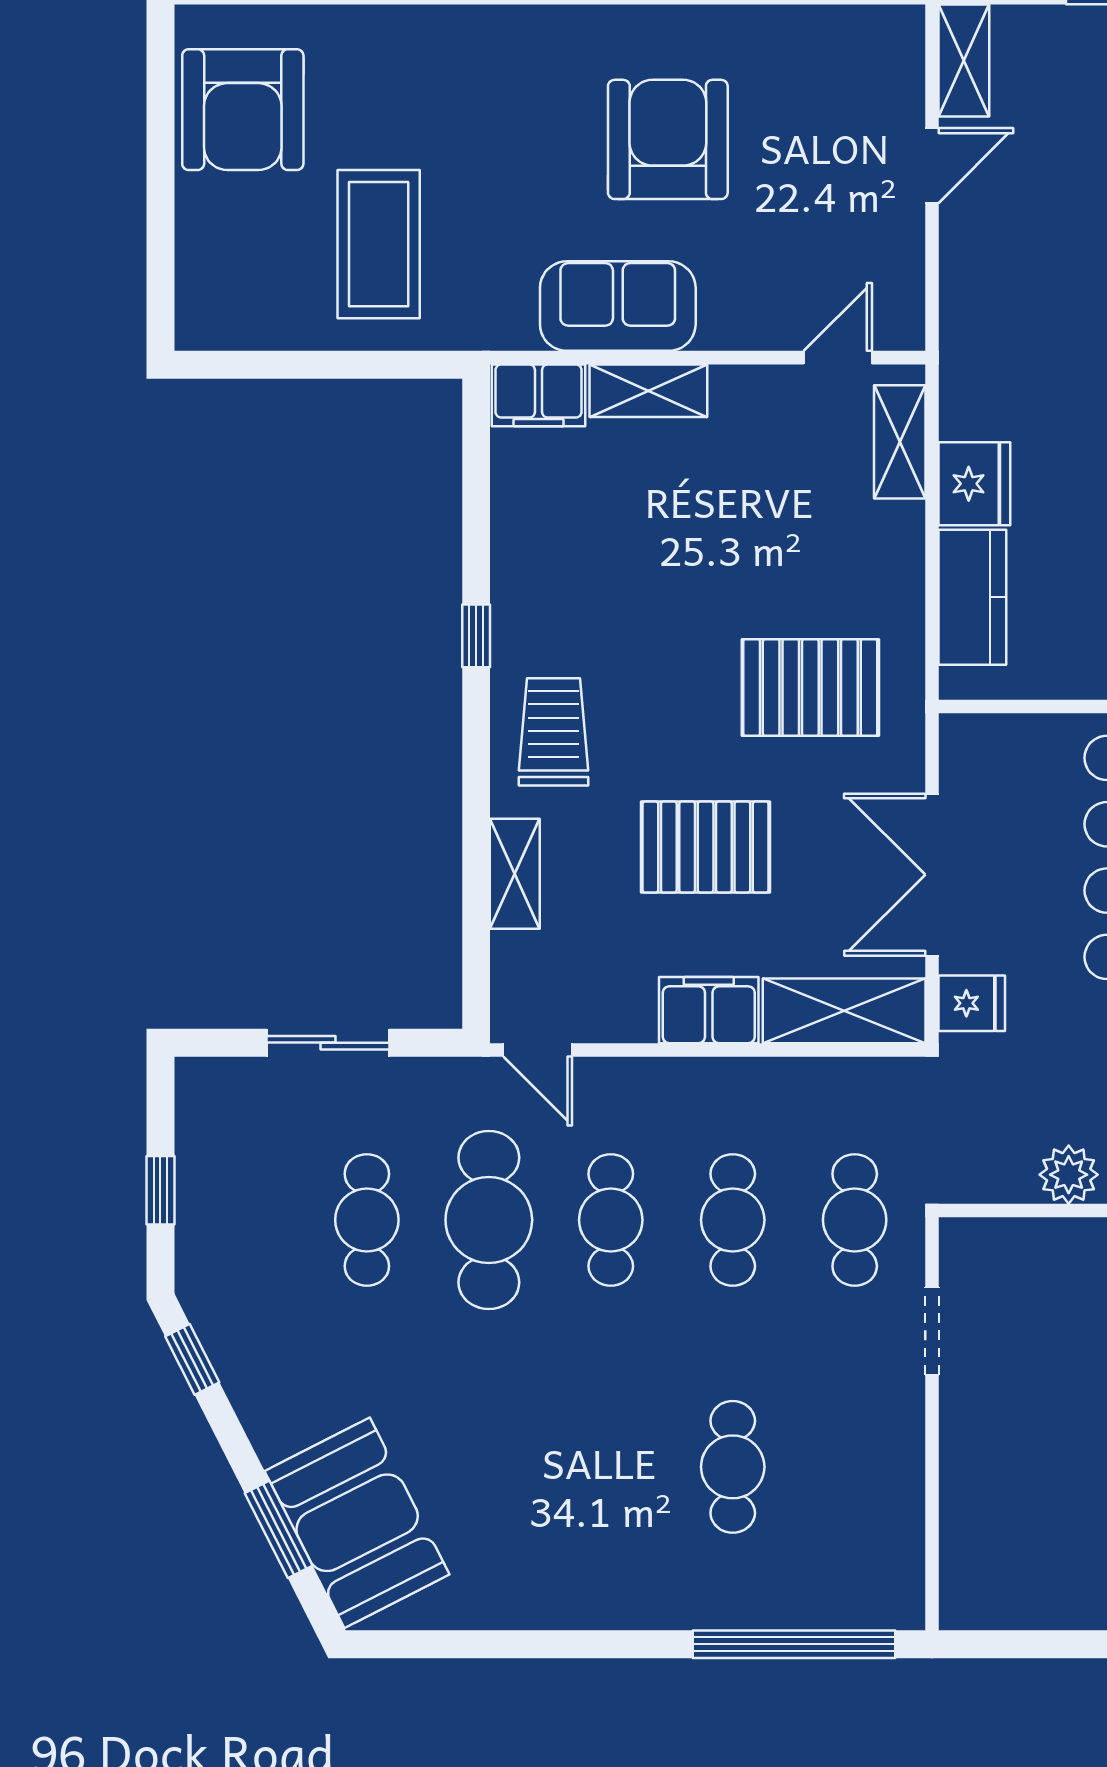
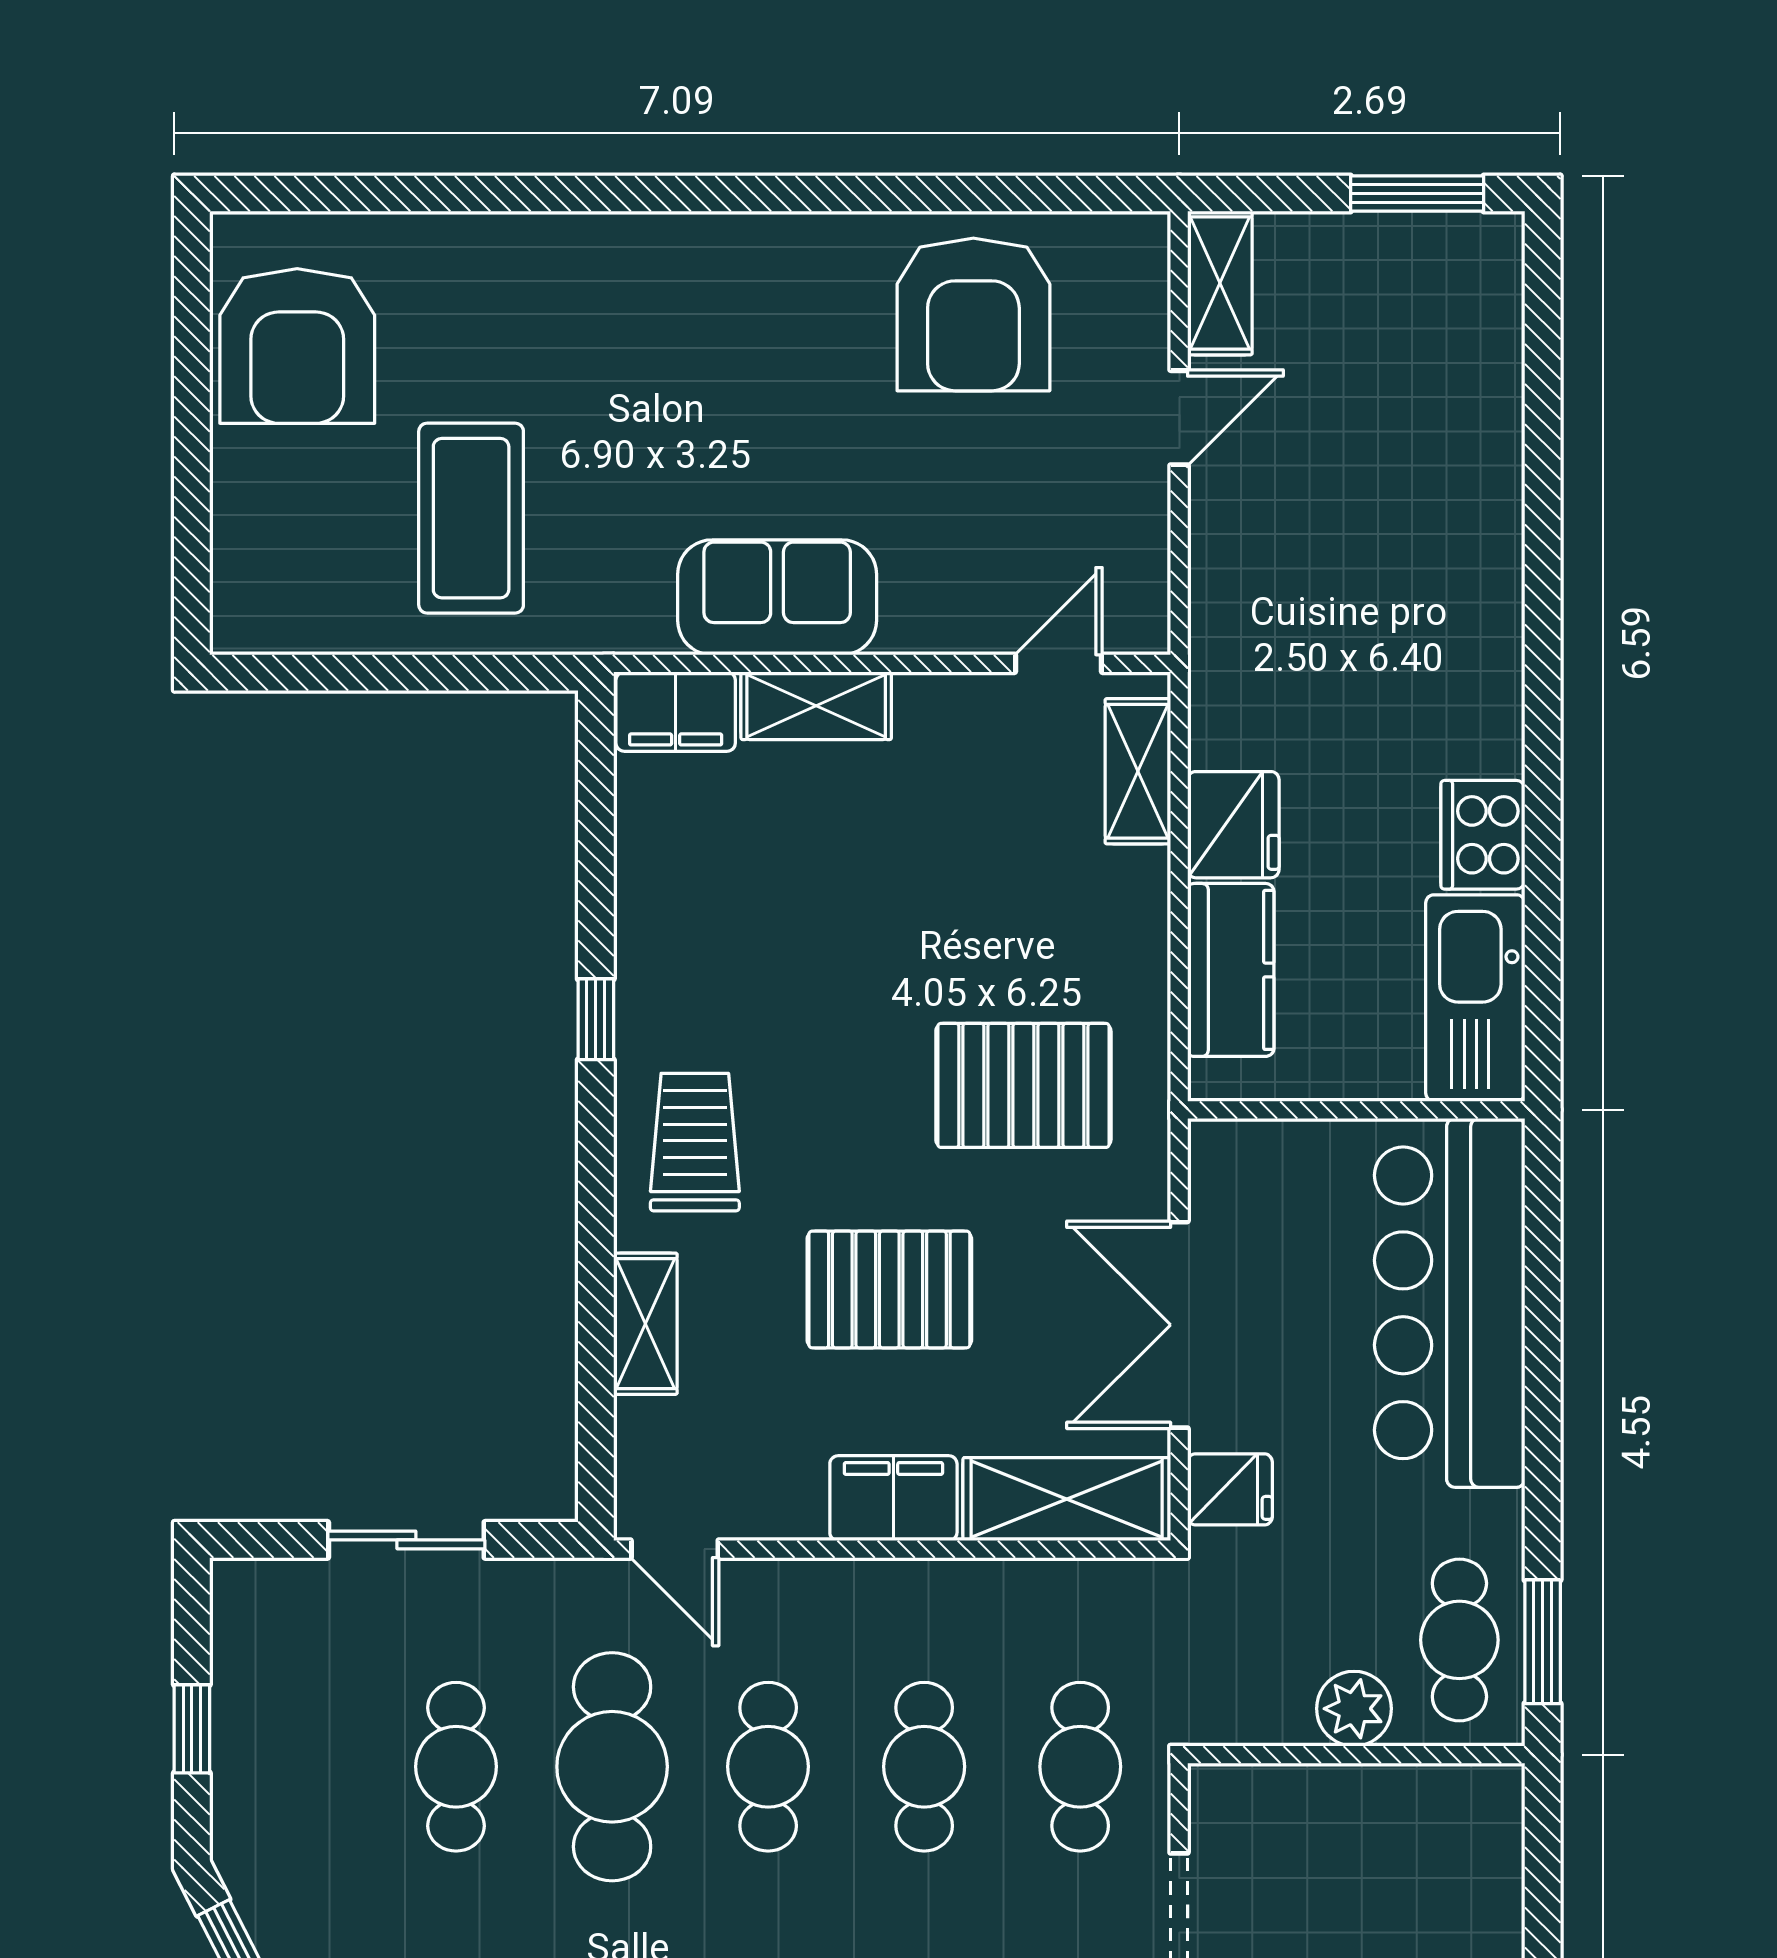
armchair: (668, 139) -> (973, 314), moved, turned 180

